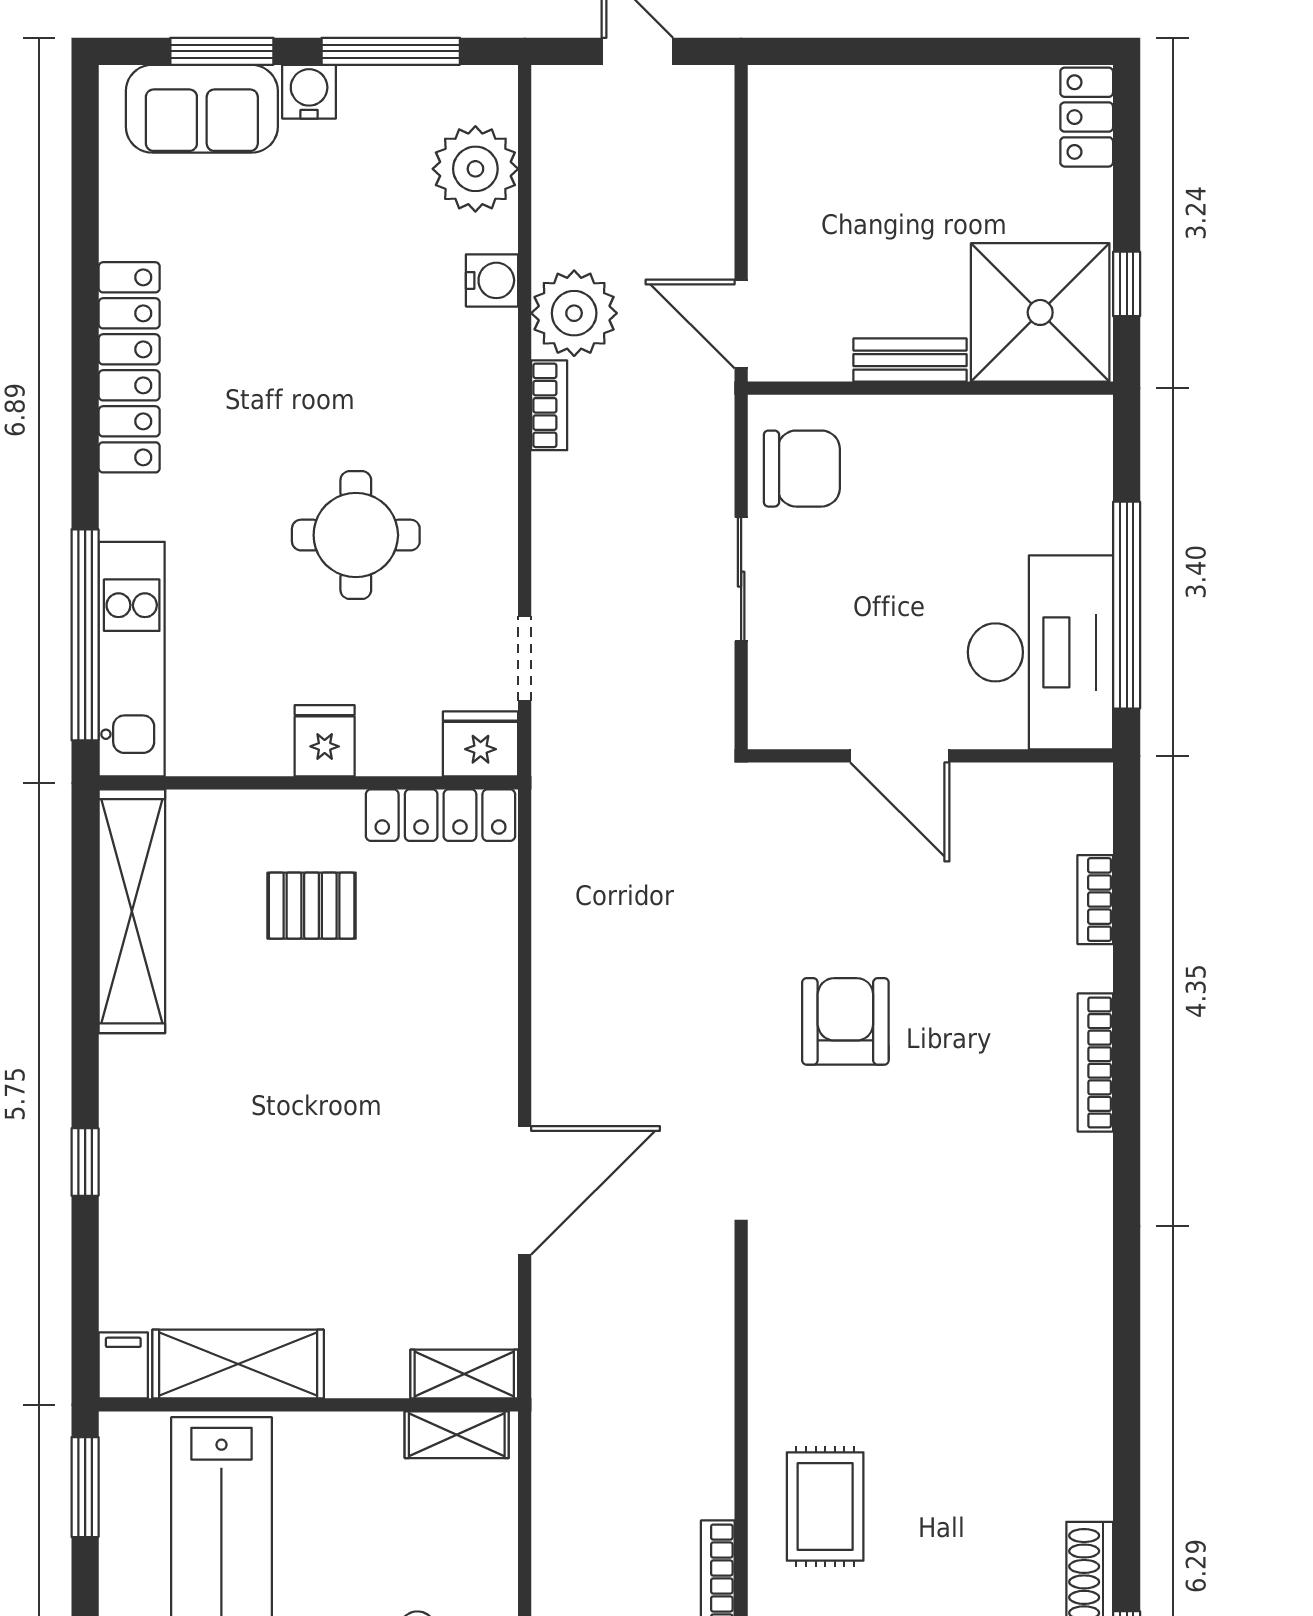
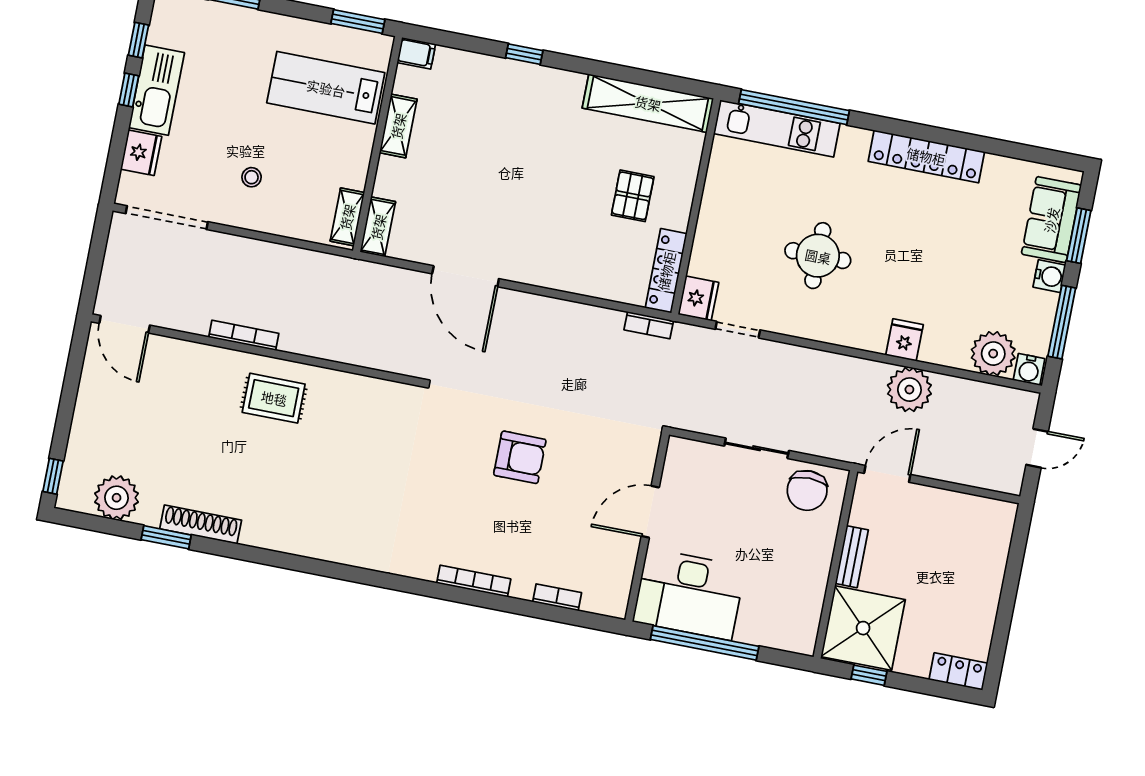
water cooler: (492, 280) -> (1029, 369), moved
bookcase: (549, 405) -> (649, 325), moved
fridge: (325, 741) -> (904, 340), moved, turned -90
shelving: (238, 1364) -> (398, 126), width x0.67, depth x0.75

